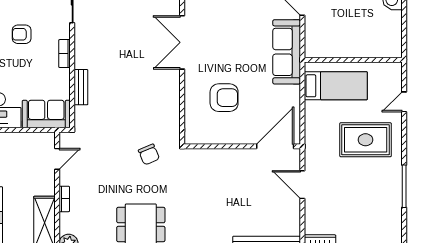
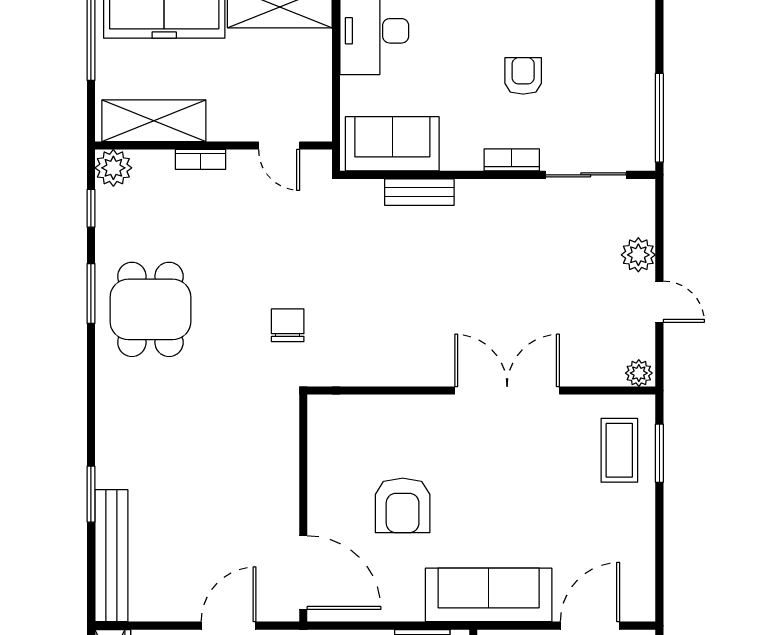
bookcase: (65, 54) -> (512, 160), moved
armchair: (224, 98) -> (403, 505), moved
sofa: (46, 114) -> (392, 144), moved, turned -90
chair: (149, 154) -> (288, 325), turned 113

